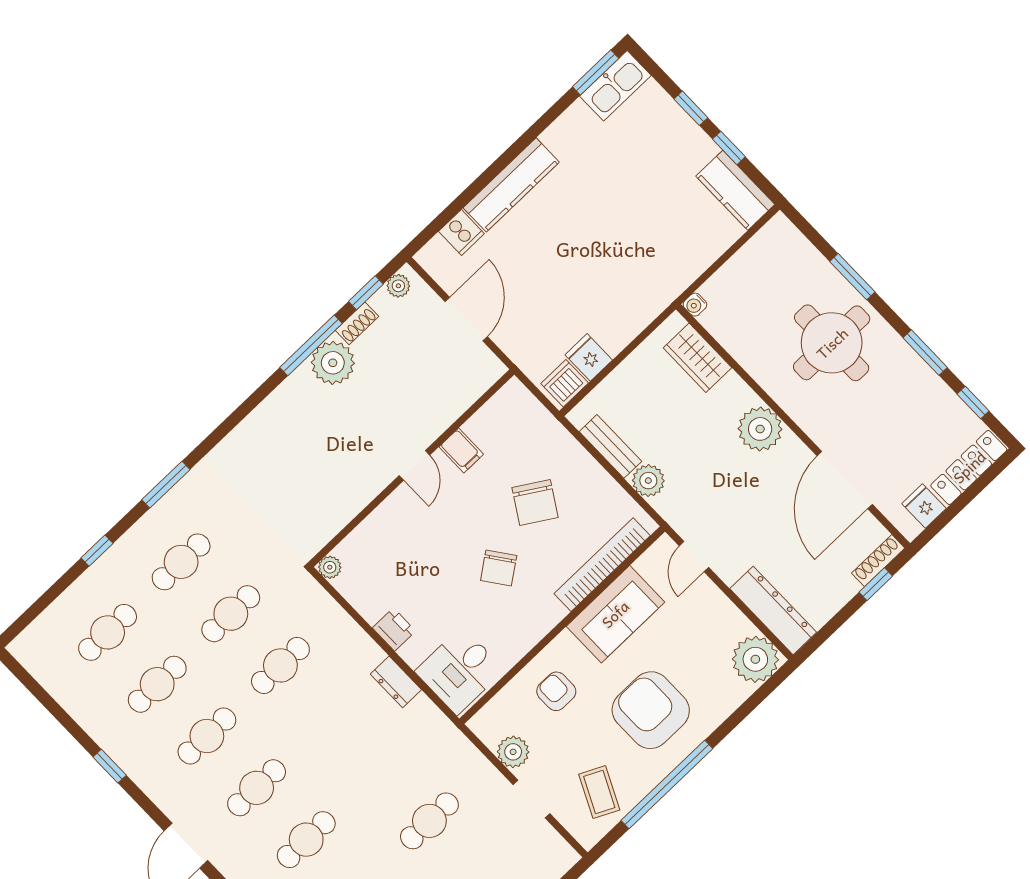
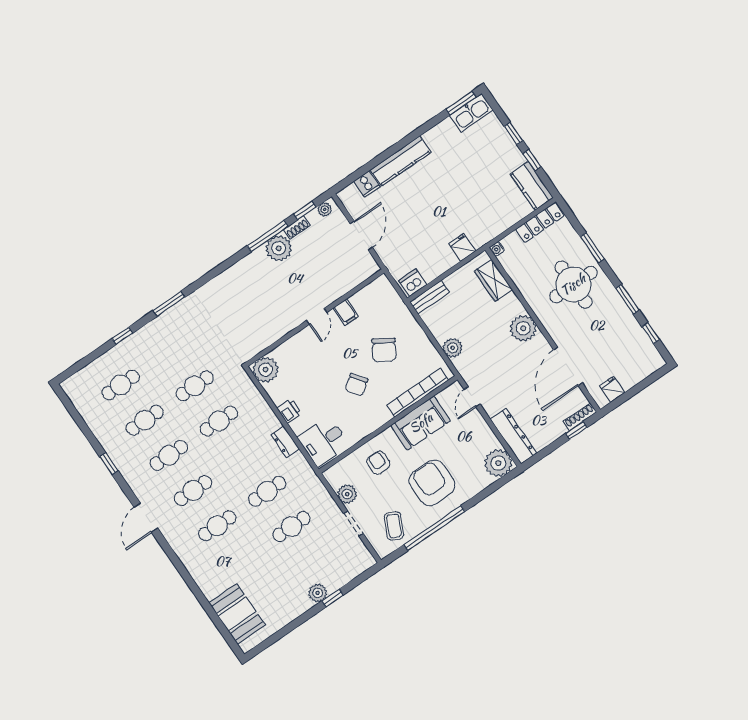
fridge: (589, 357) -> (462, 247), moved
bench: (610, 446) -> (430, 297), moved, turned 90
locker: (969, 467) -> (540, 222), moved, turned 180
cafe table: (181, 562) -> (267, 491), moved
plant: (330, 567) -> (266, 370), width x1.88, depth x1.88

